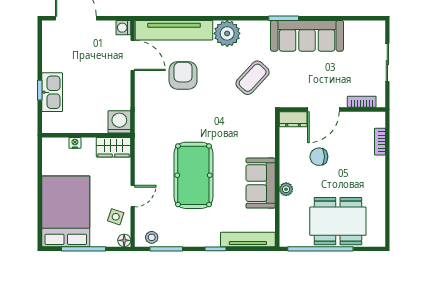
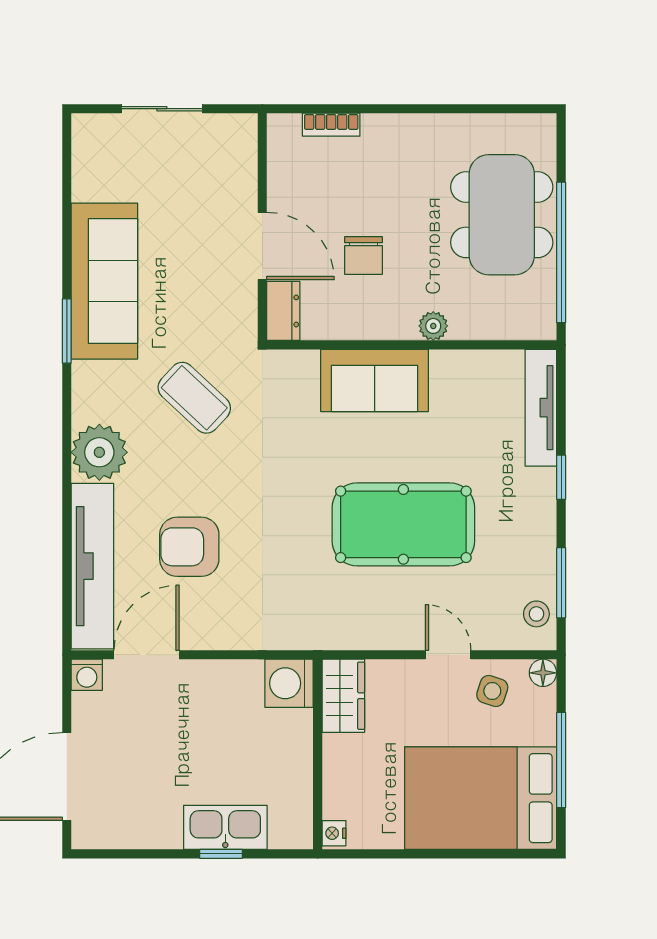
bookcase: (362, 102) -> (246, 164), removed
nightstand: (75, 143) -> (334, 833), moved
sofa: (261, 183) -> (375, 380), moved

